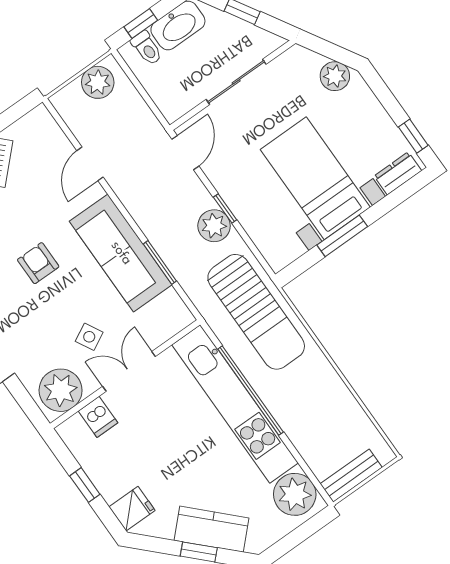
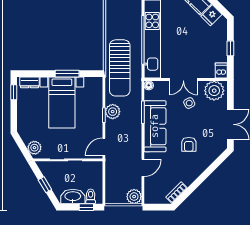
plant: (335, 76) -> (34, 148), moved
plant: (98, 82) -> (134, 197), moved
sun lounger: (256, 312) -> (120, 68), turned 180
floor lamp: (183, 317) -> (149, 85), added
dishwasher: (98, 417) -> (221, 71), moved
fridge: (132, 509) -> (211, 15), moved, turned -45

